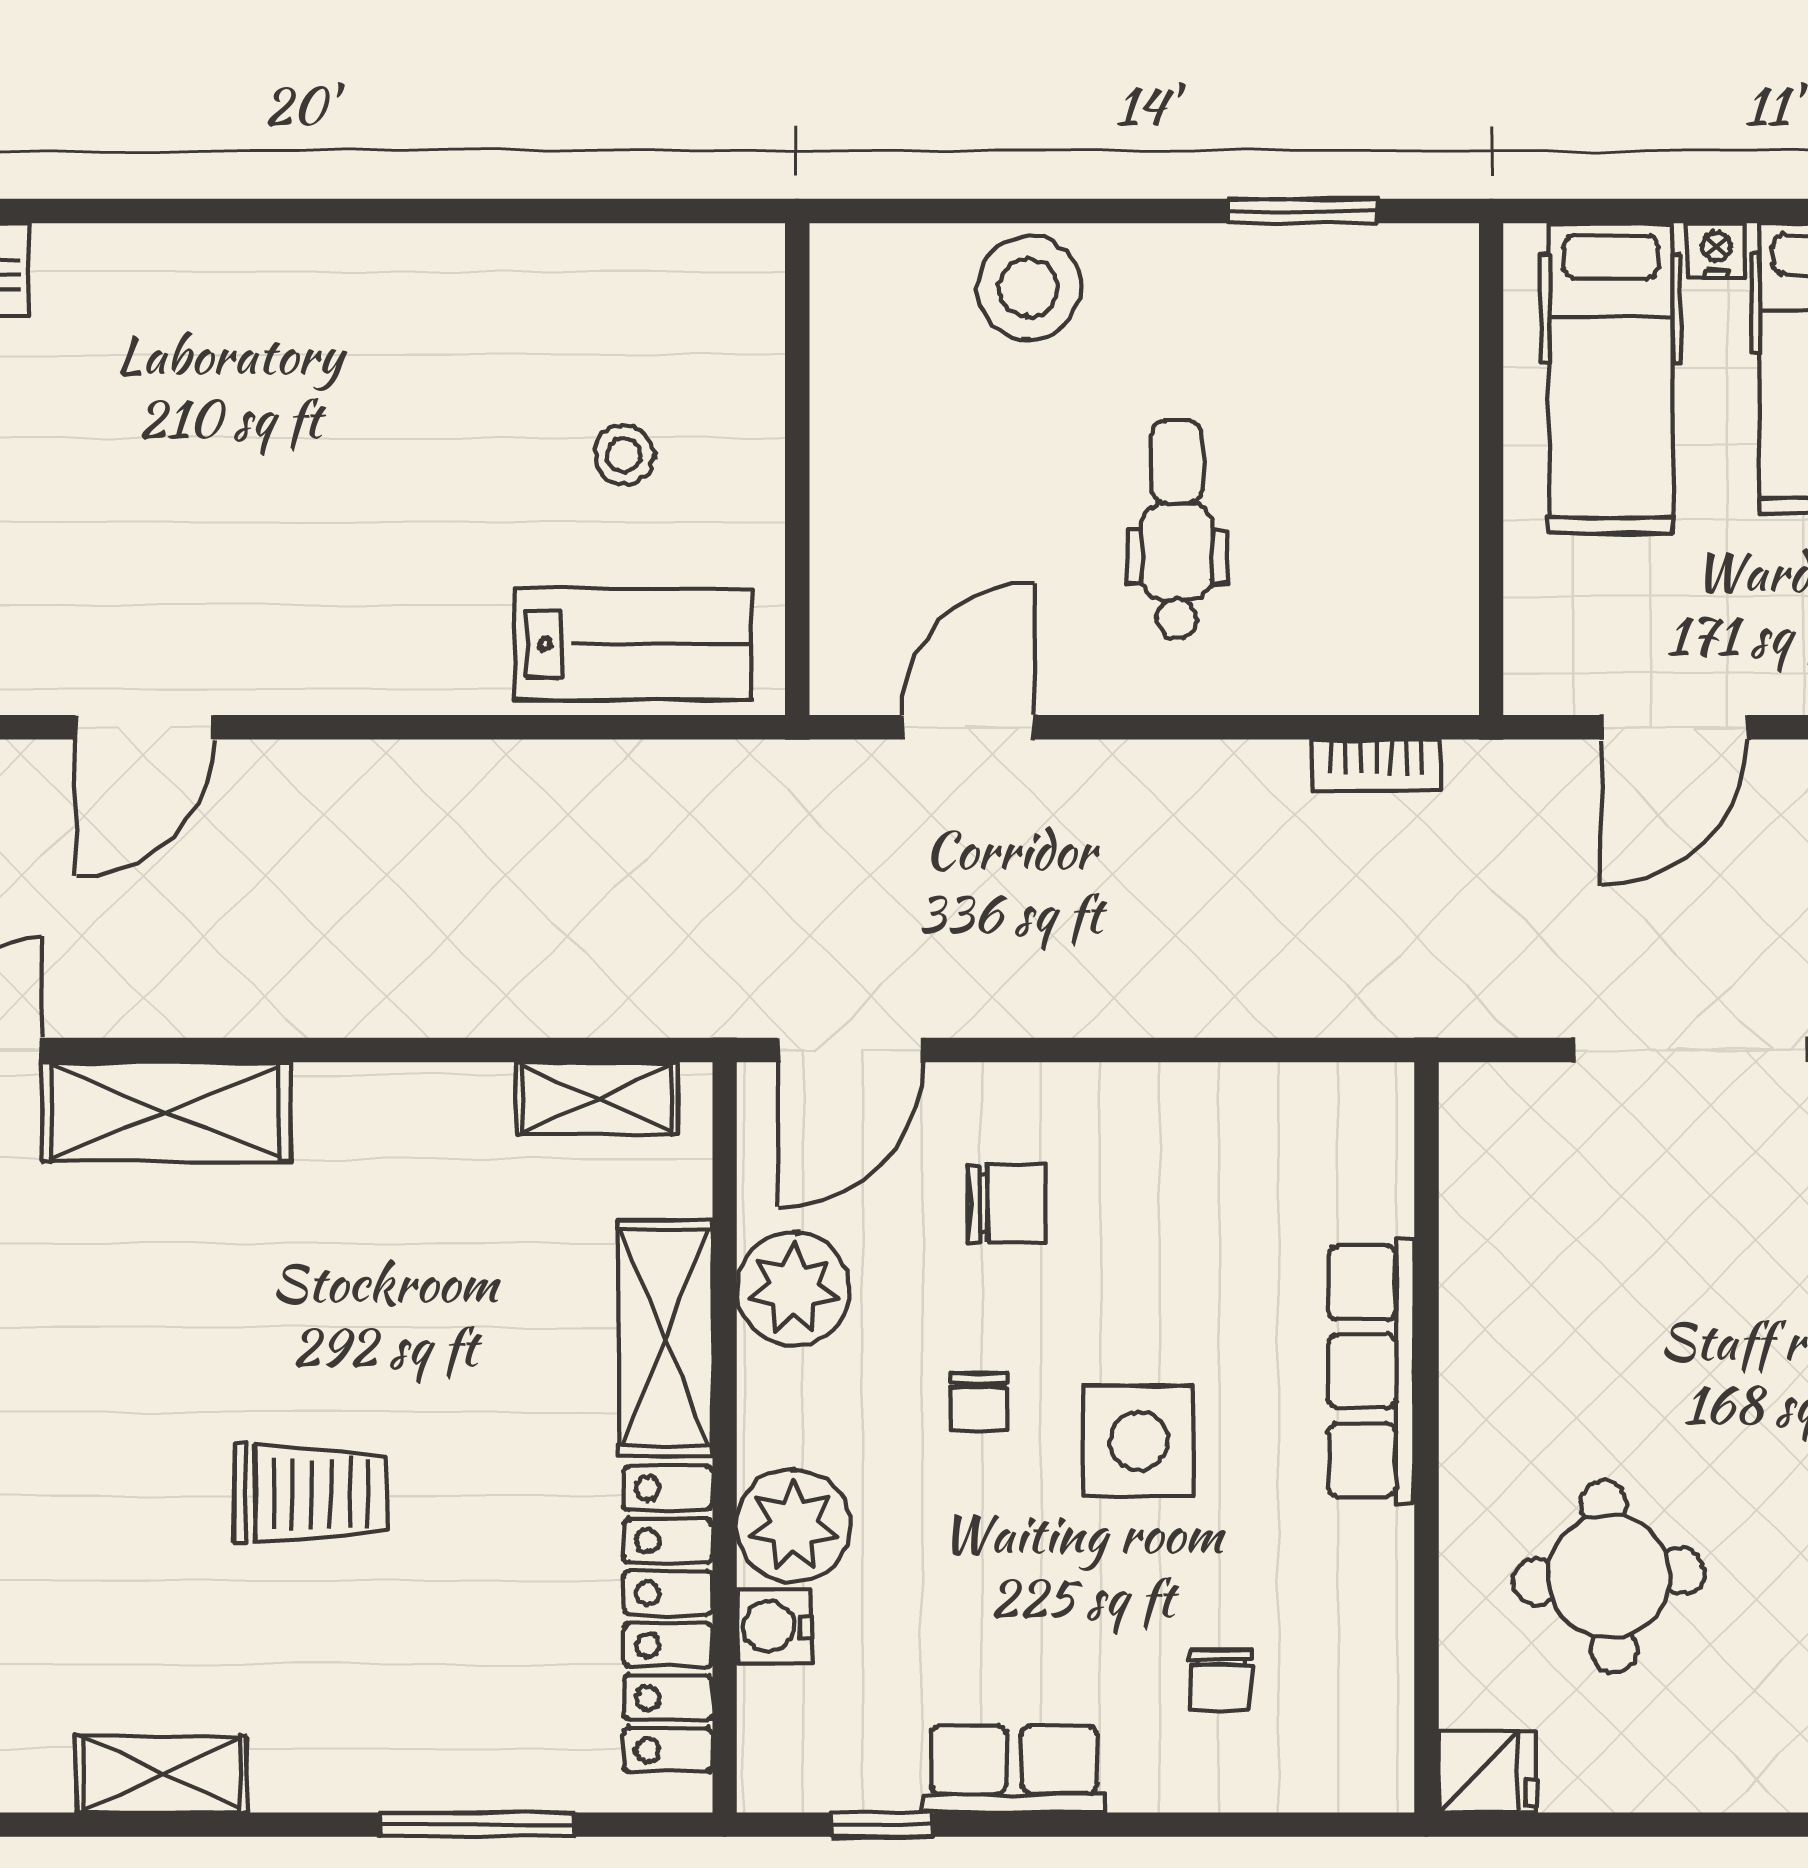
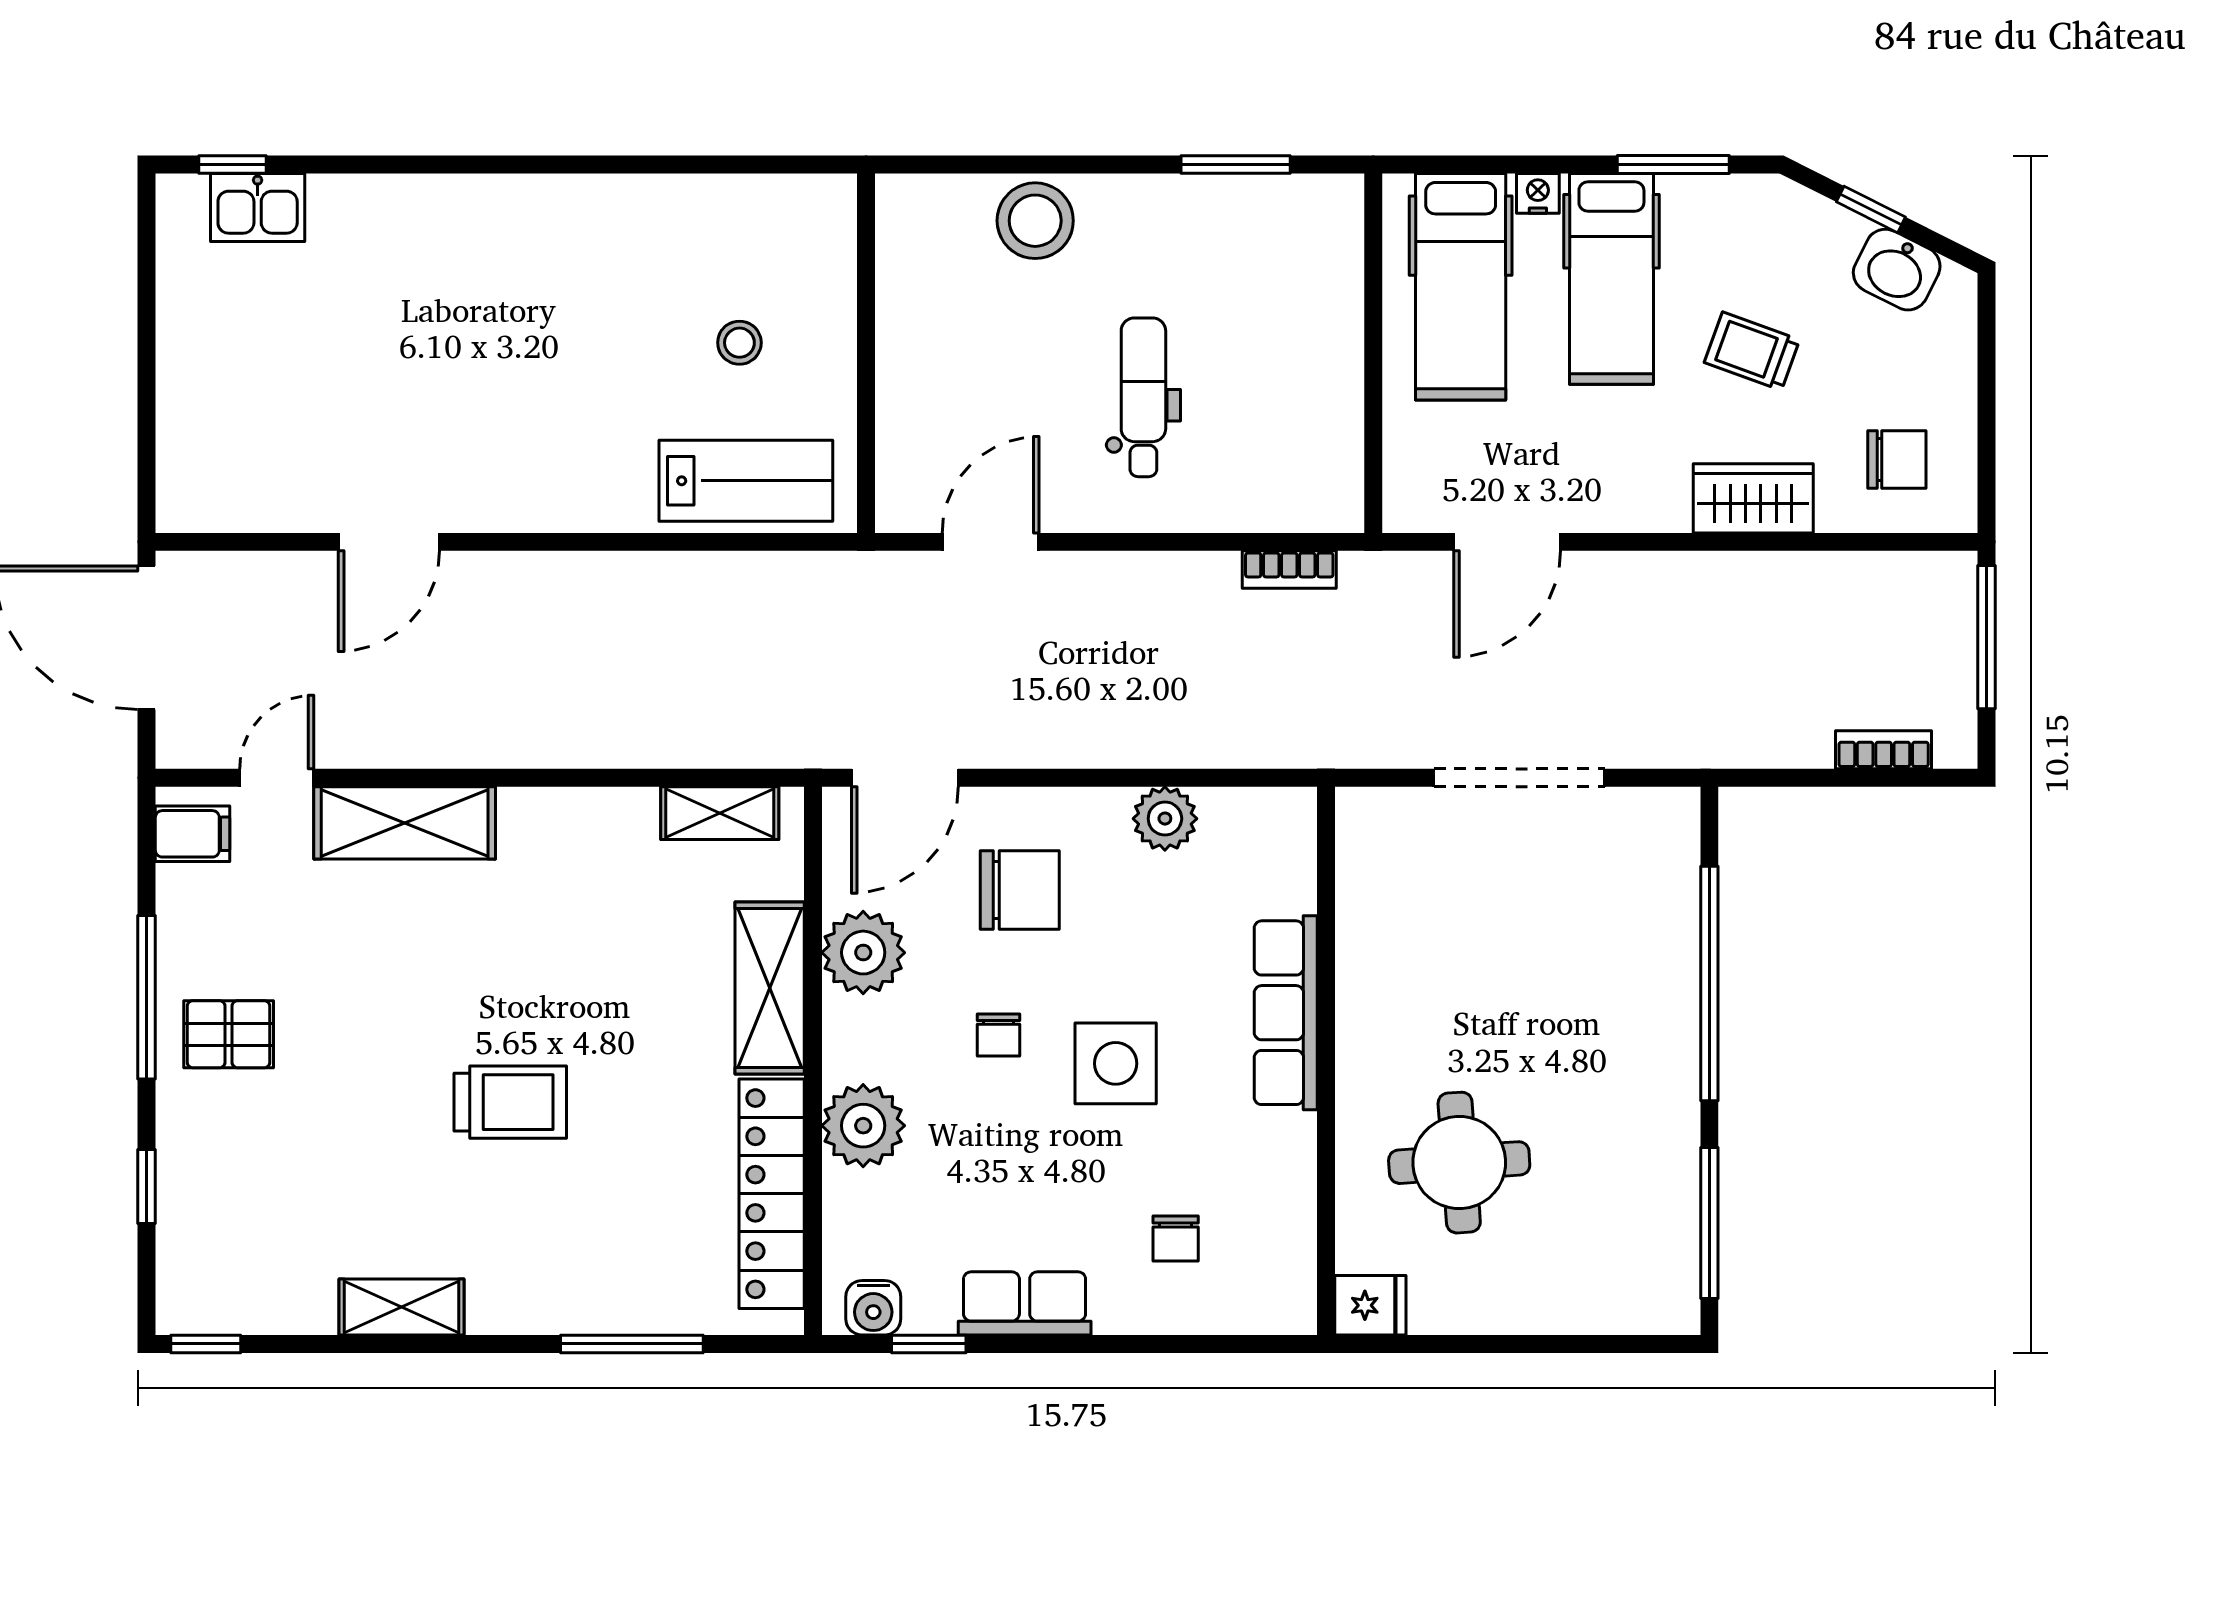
plant: (1206, 1106) -> (1165, 819), added
chair: (1008, 1204) -> (1020, 890), width x1.37, depth x1.37
water cooler: (774, 1626) -> (873, 1308), moved, turned -90

